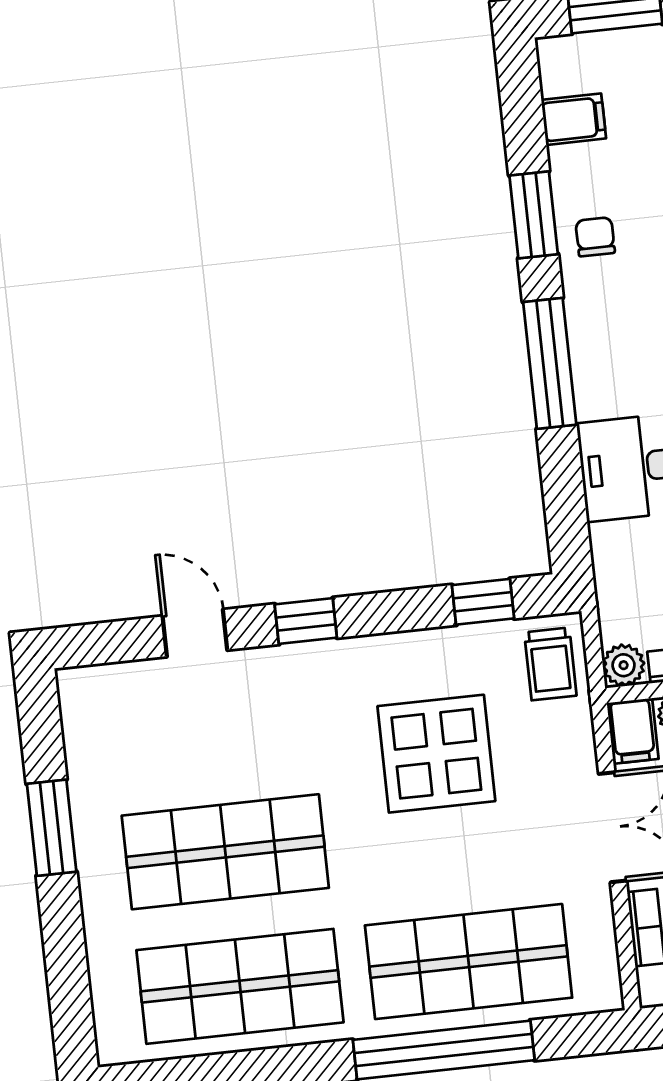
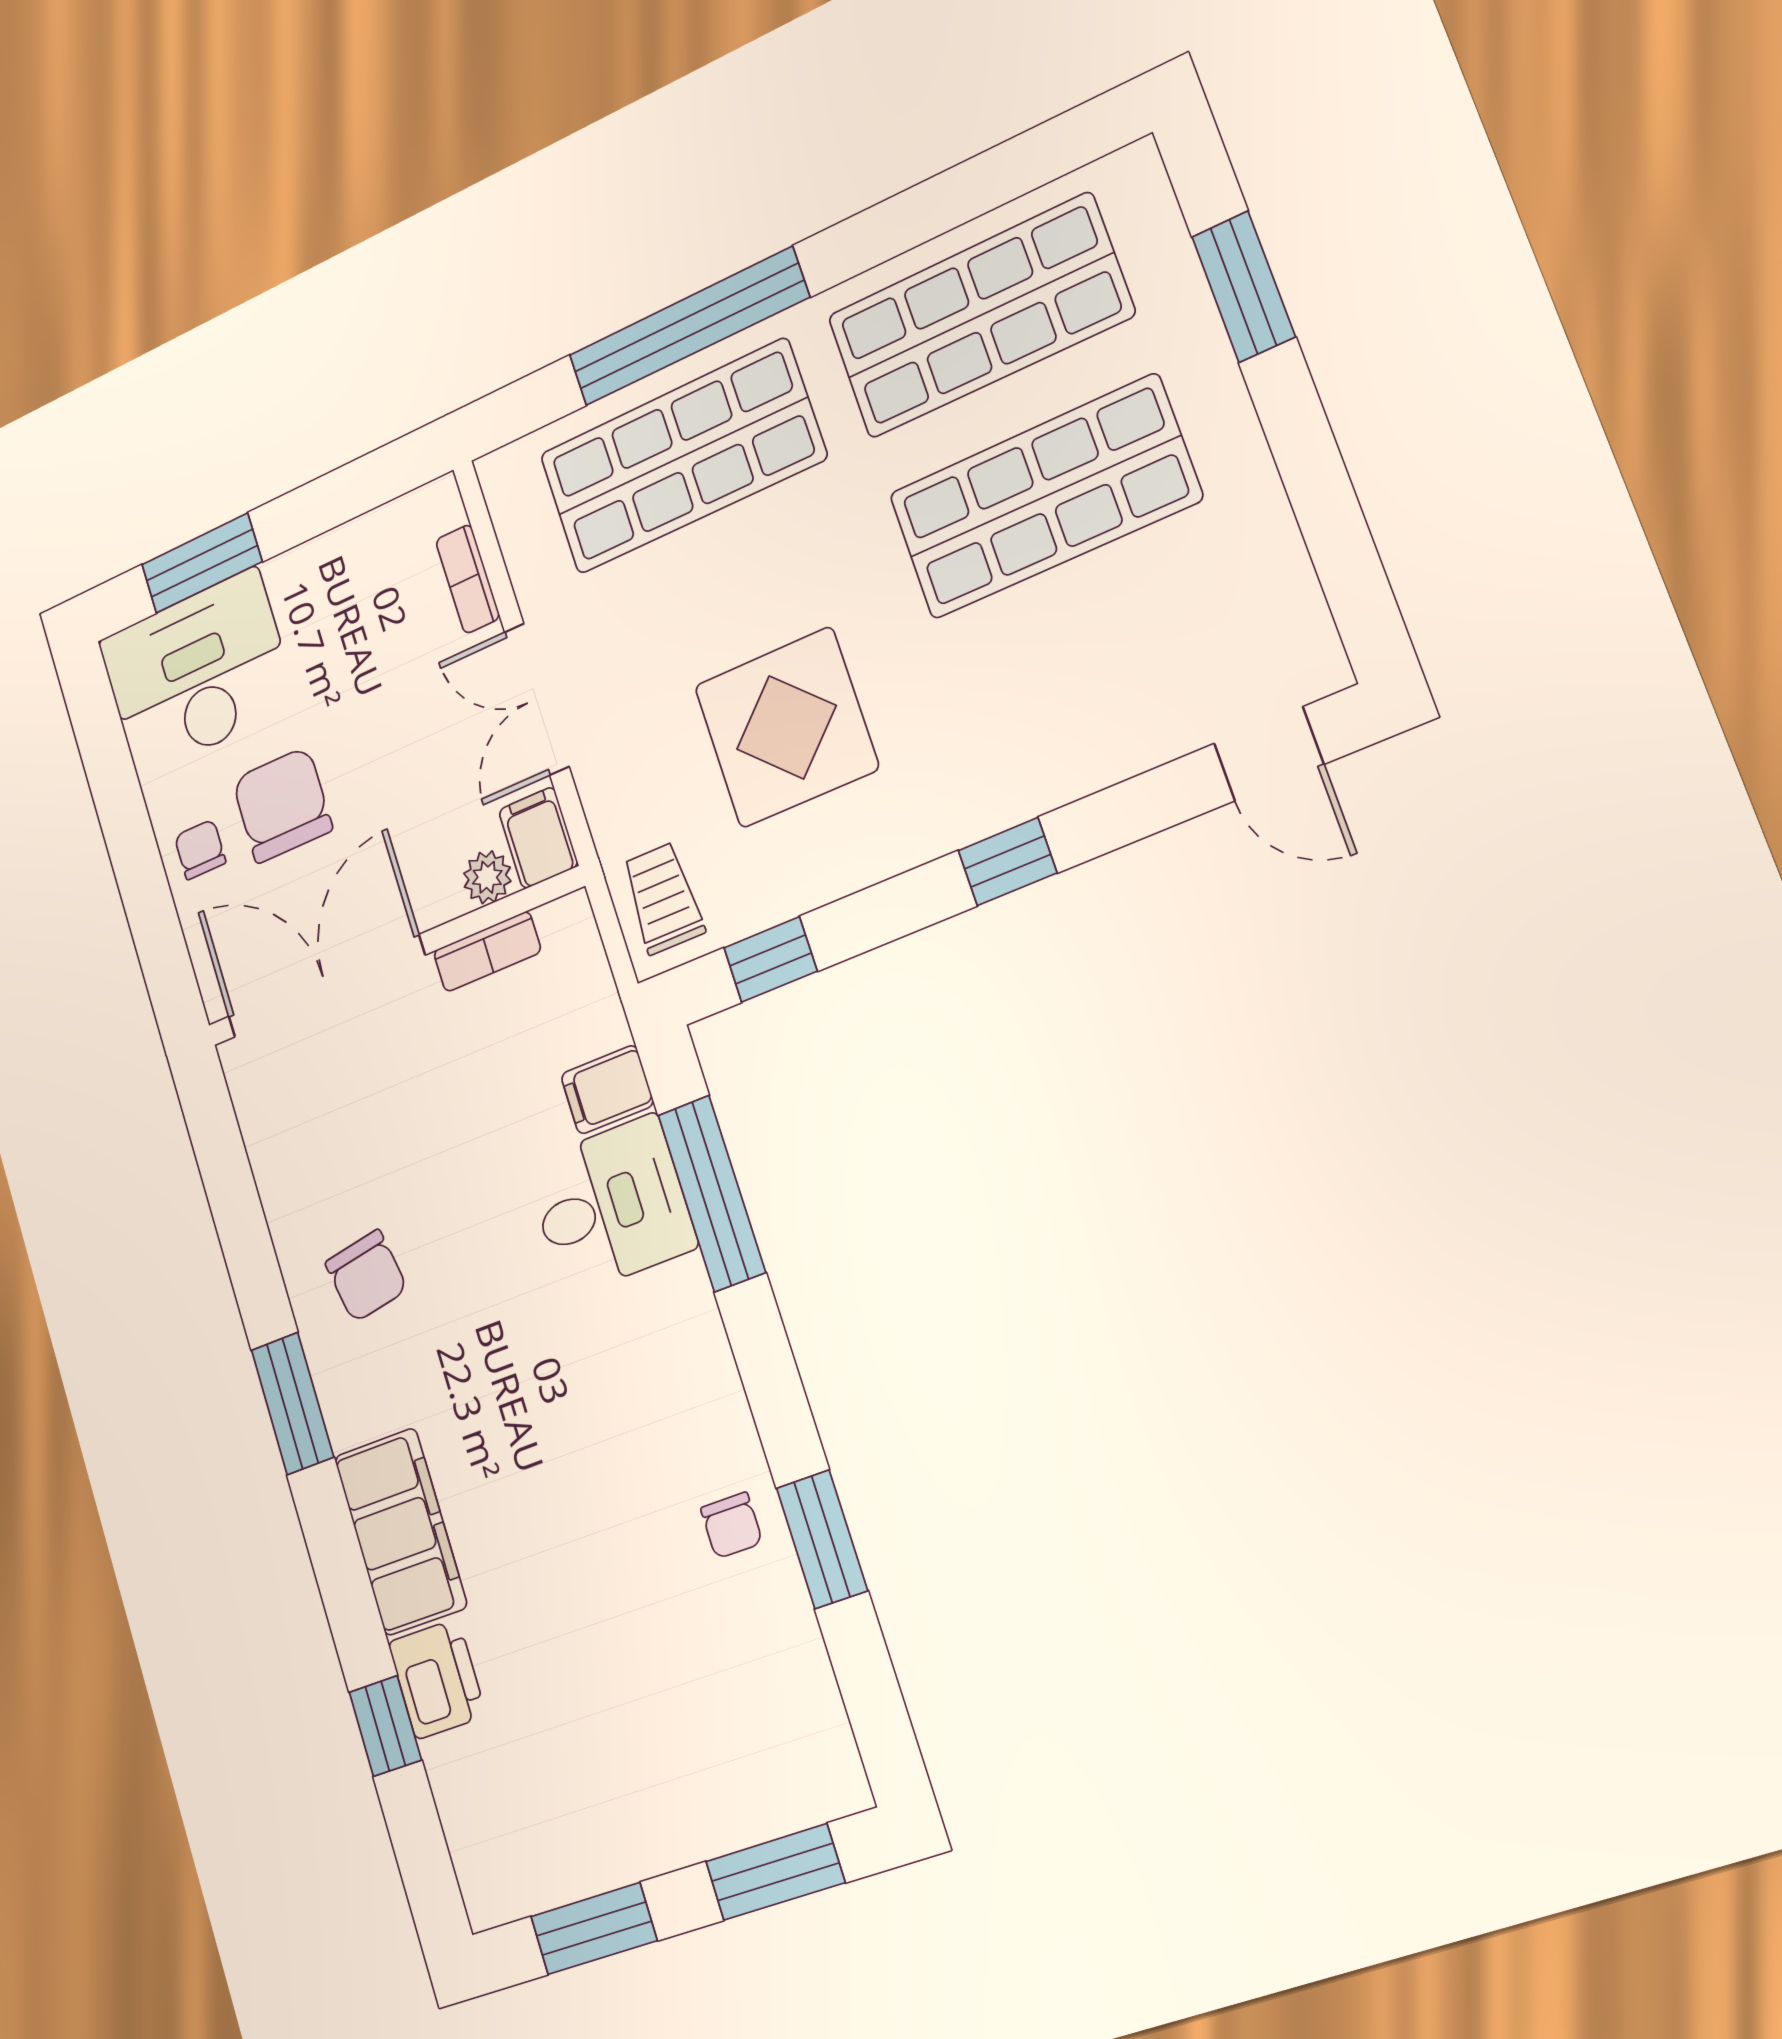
filing cabinet: (574, 119) -> (607, 1090), moved
window: (550, 363) -> (712, 1193), moved
door: (195, 633) -> (1269, 754), moved
plant: (624, 665) -> (568, 924), removed
window: (52, 828) -> (1243, 287), moved

